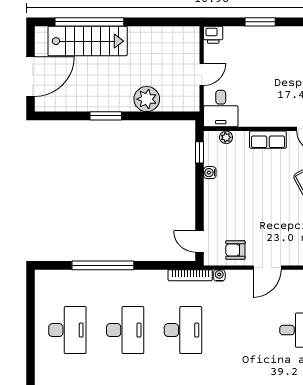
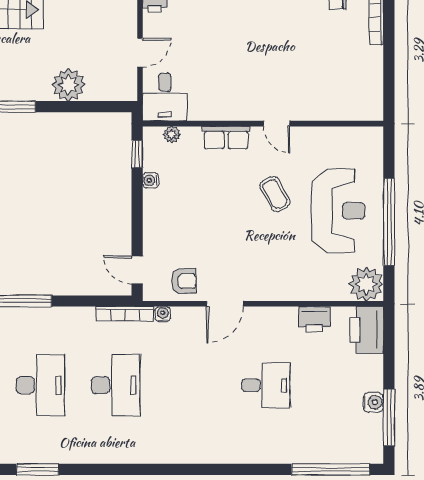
armchair: (235, 250) -> (184, 281), turned 180

